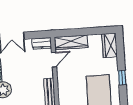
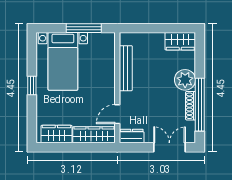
wardrobe: (110, 45) -> (56, 134), moved, turned -90

